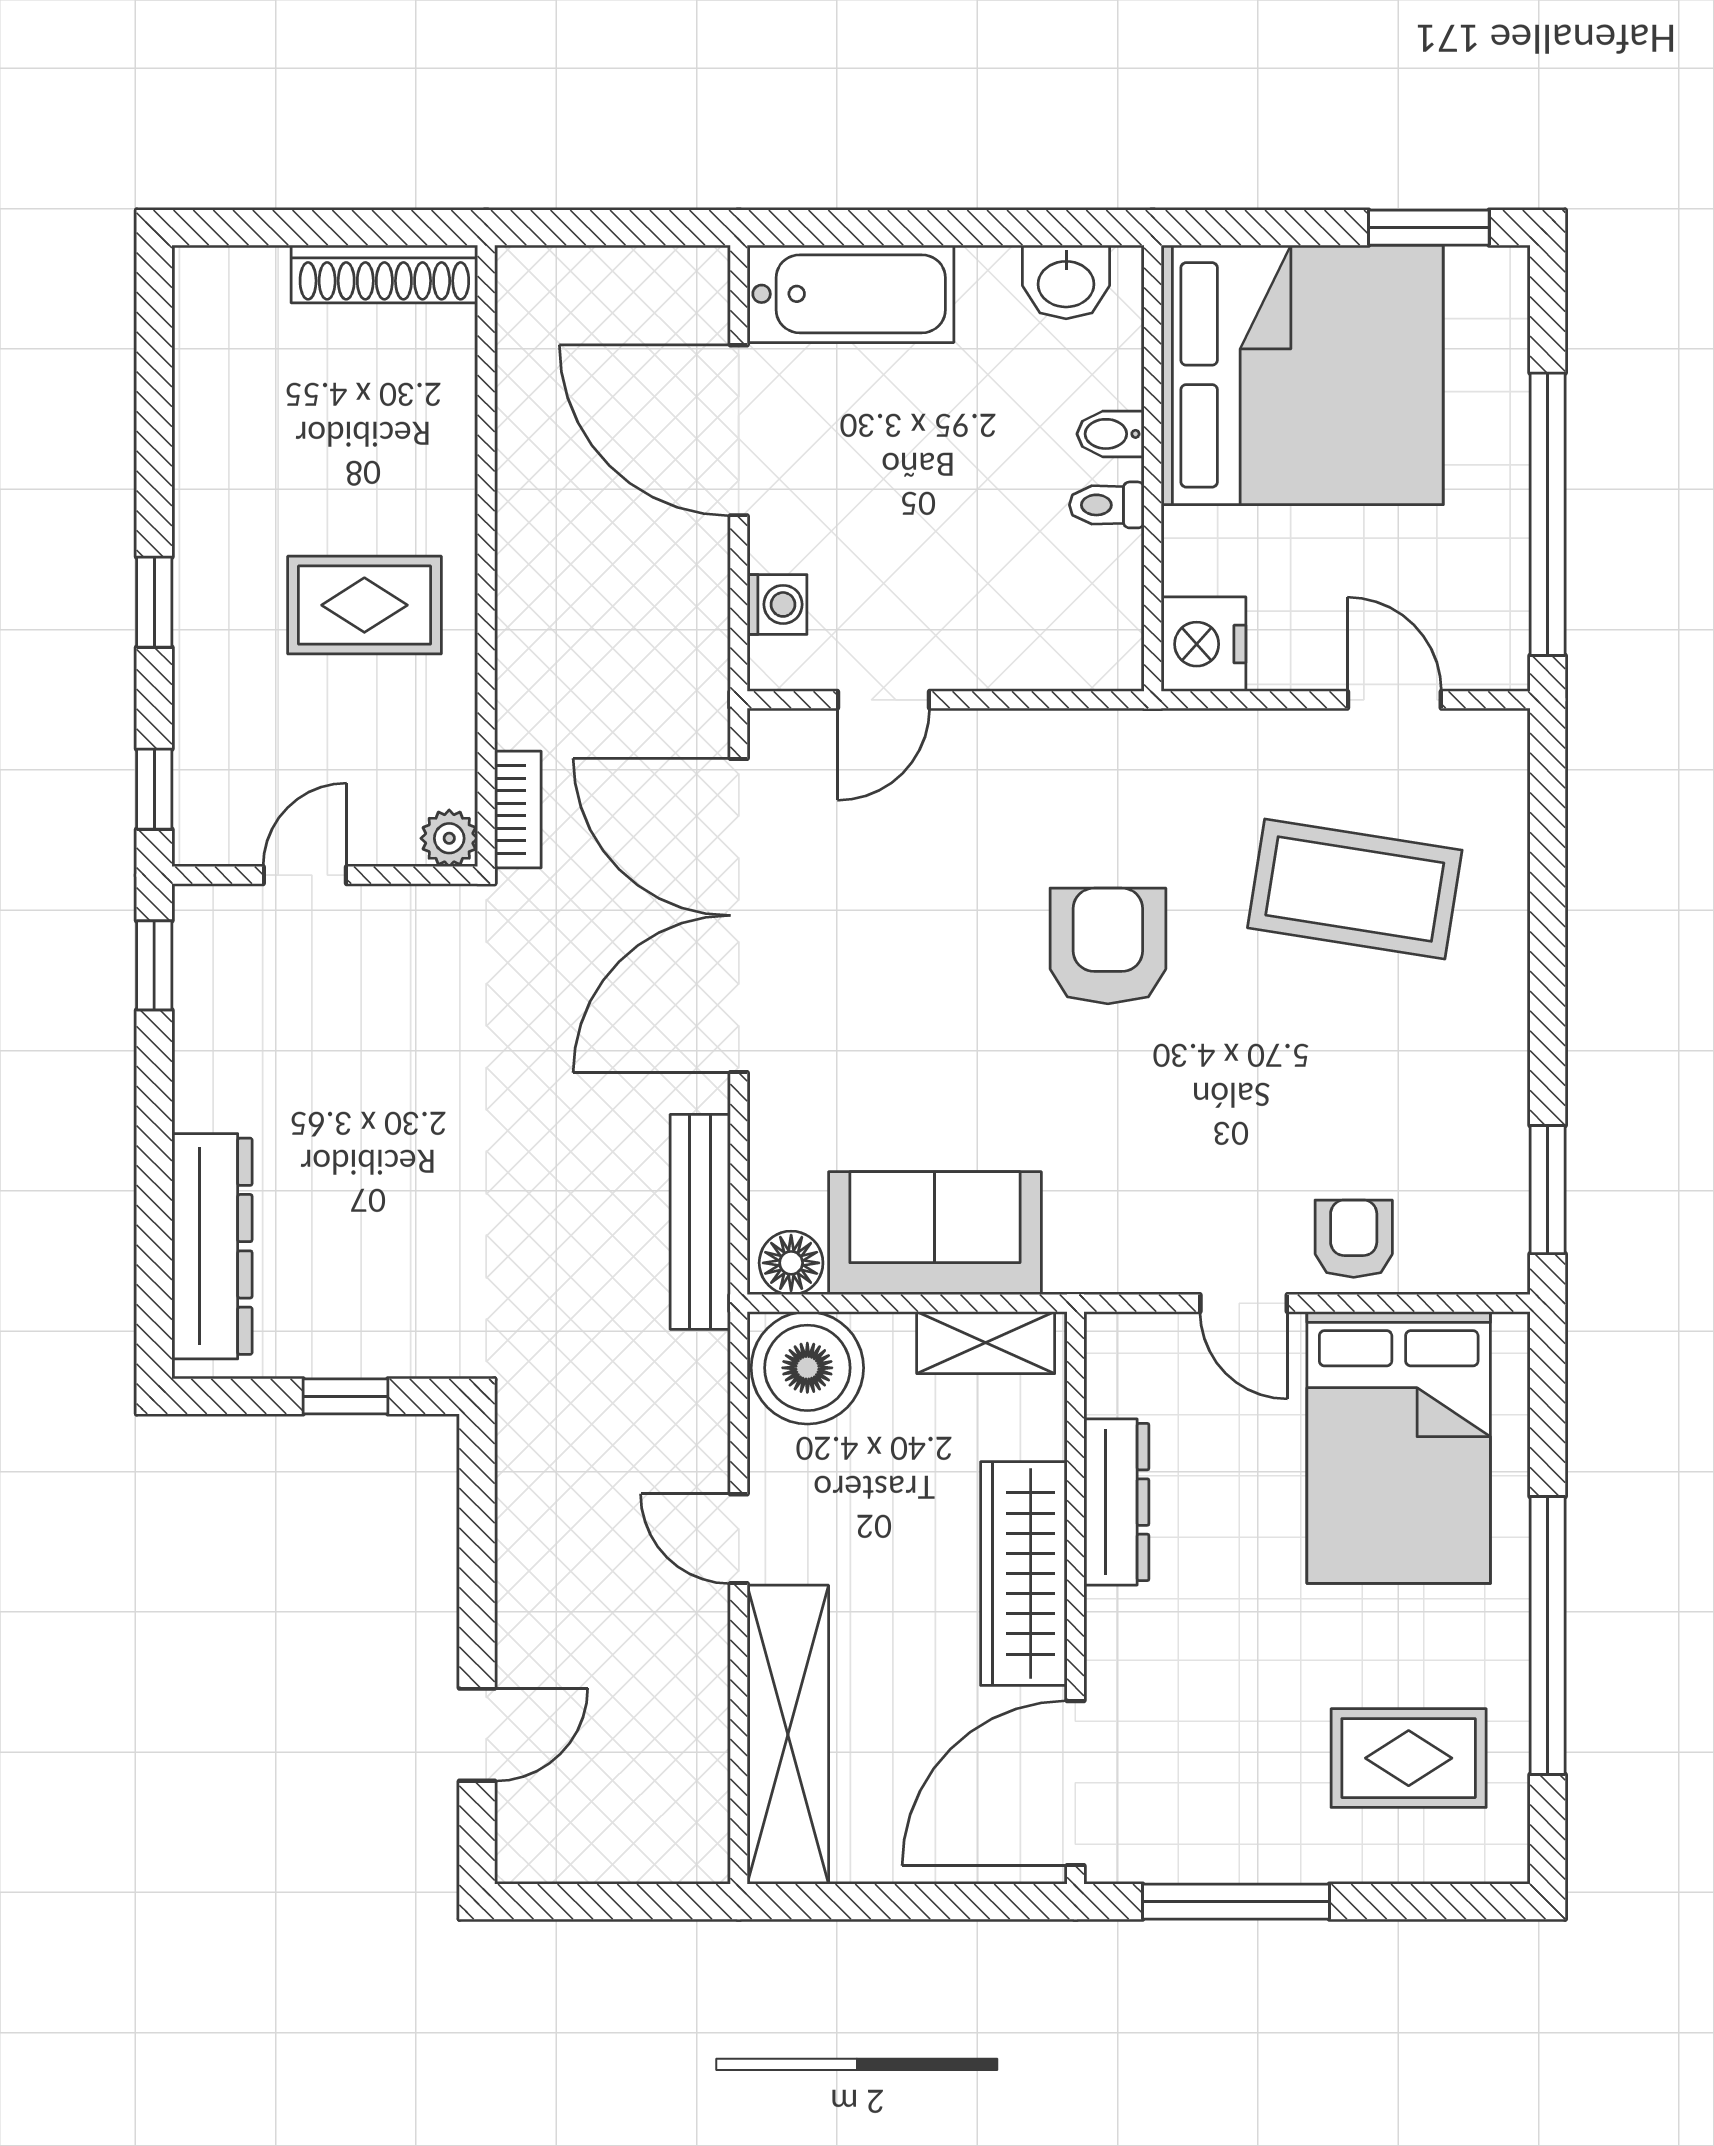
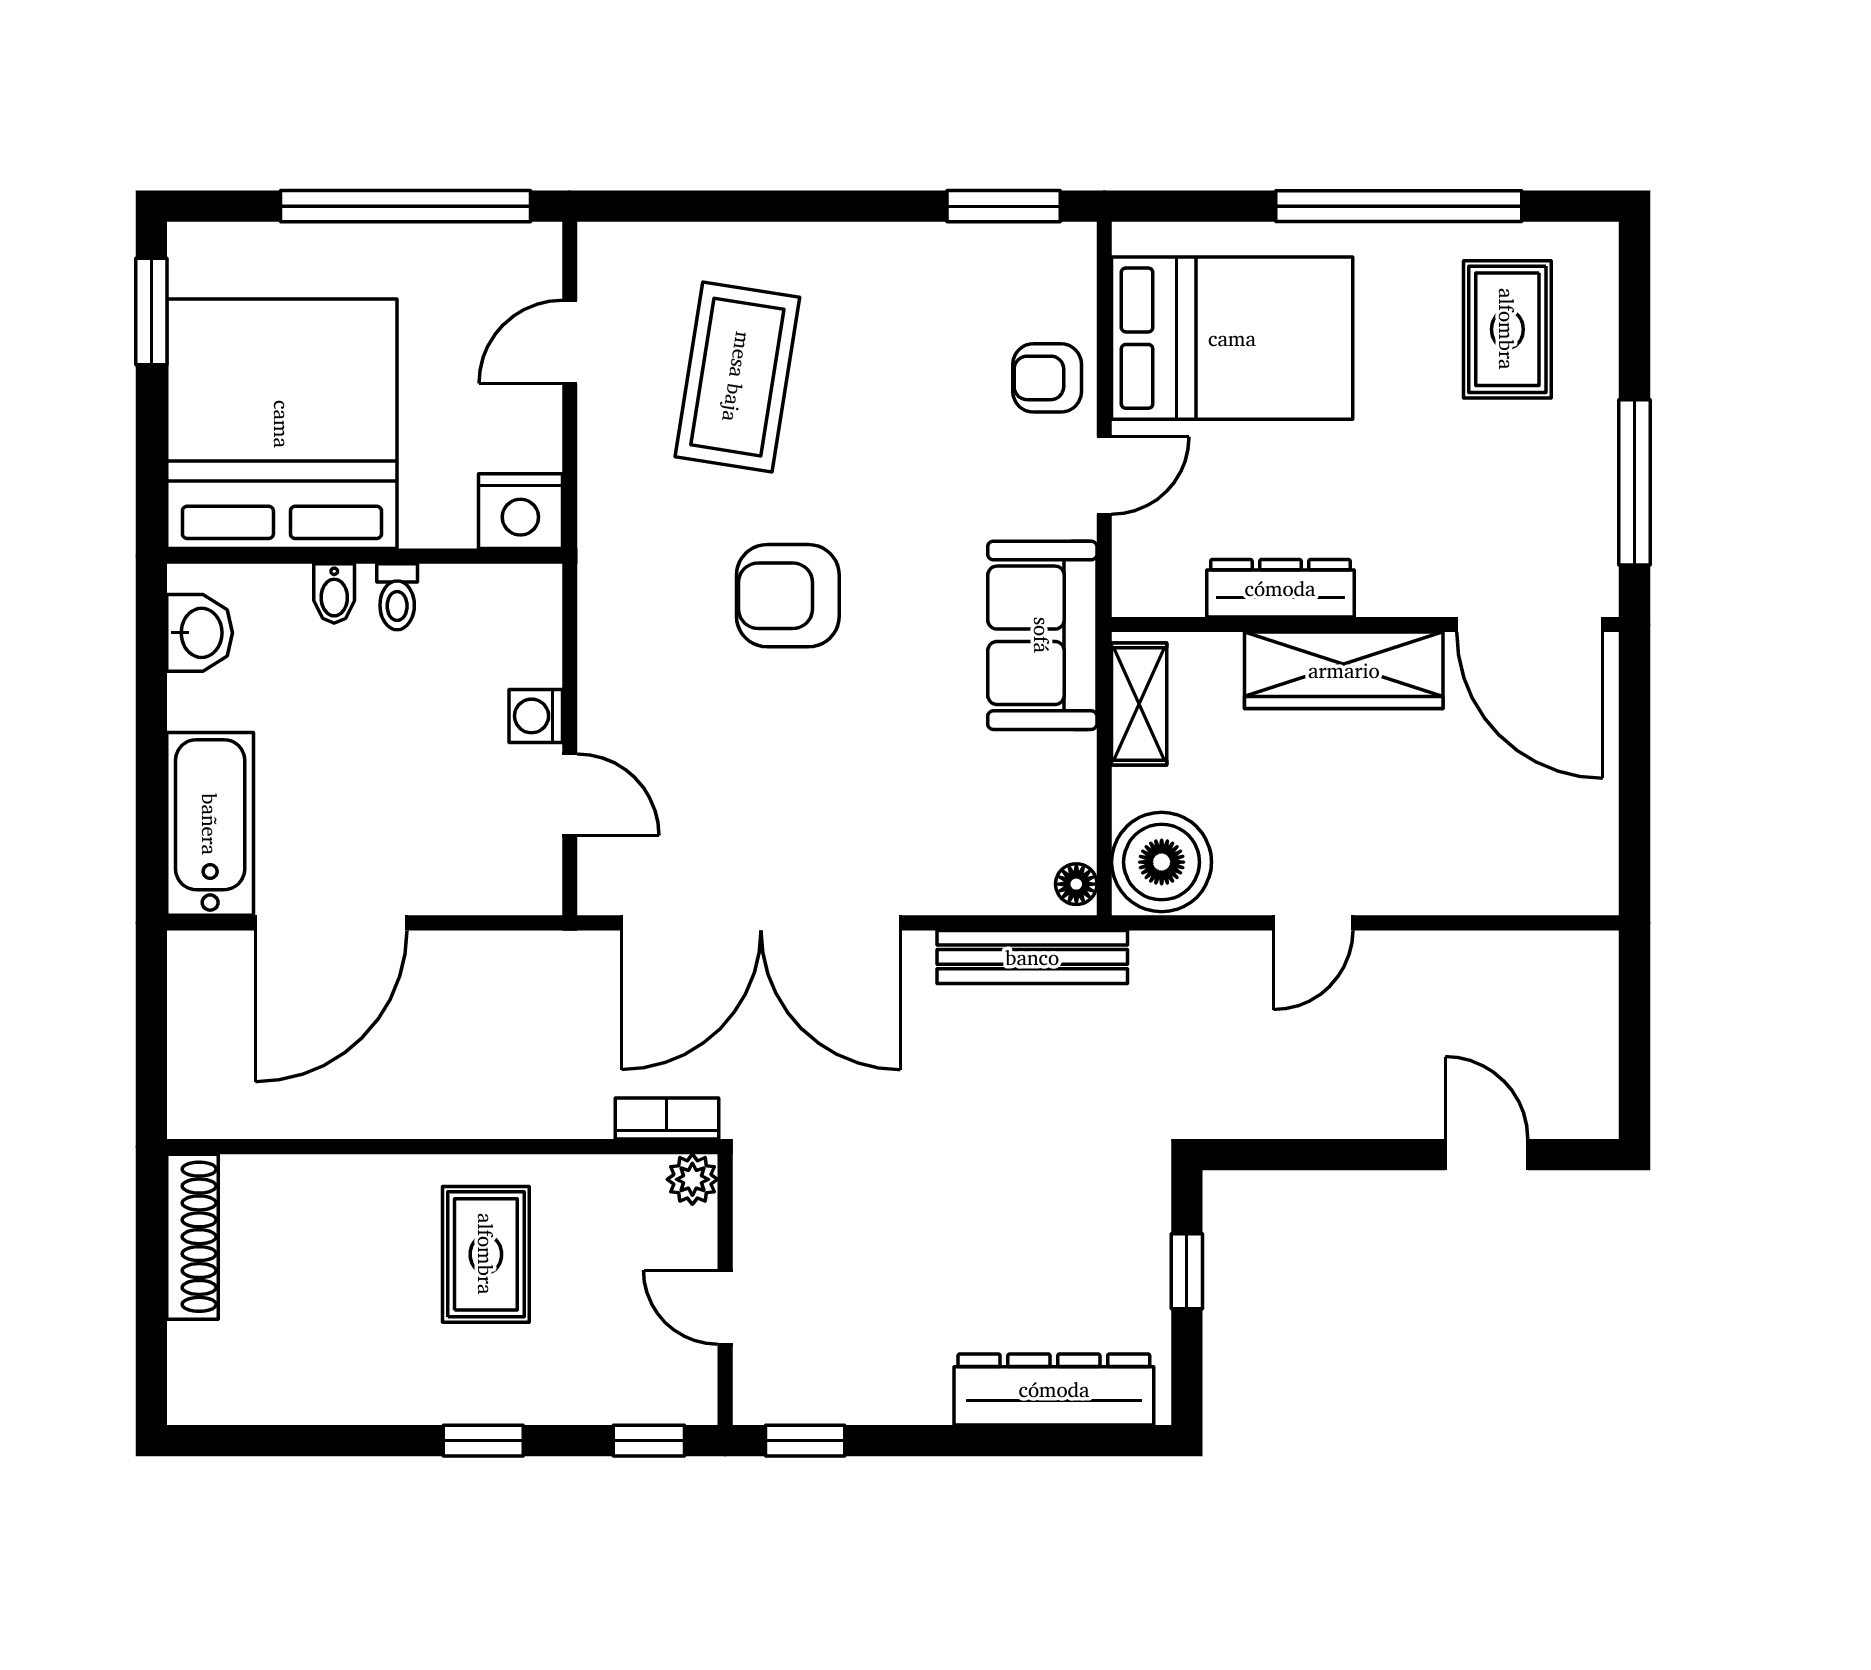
washing machine: (777, 604) -> (536, 716), moved, turned -90
sofa: (935, 1233) -> (1042, 635), moved
floor lamp: (791, 1263) -> (1076, 884), width x0.73, depth x0.73
shelving: (788, 1735) -> (1487, 879), removed

